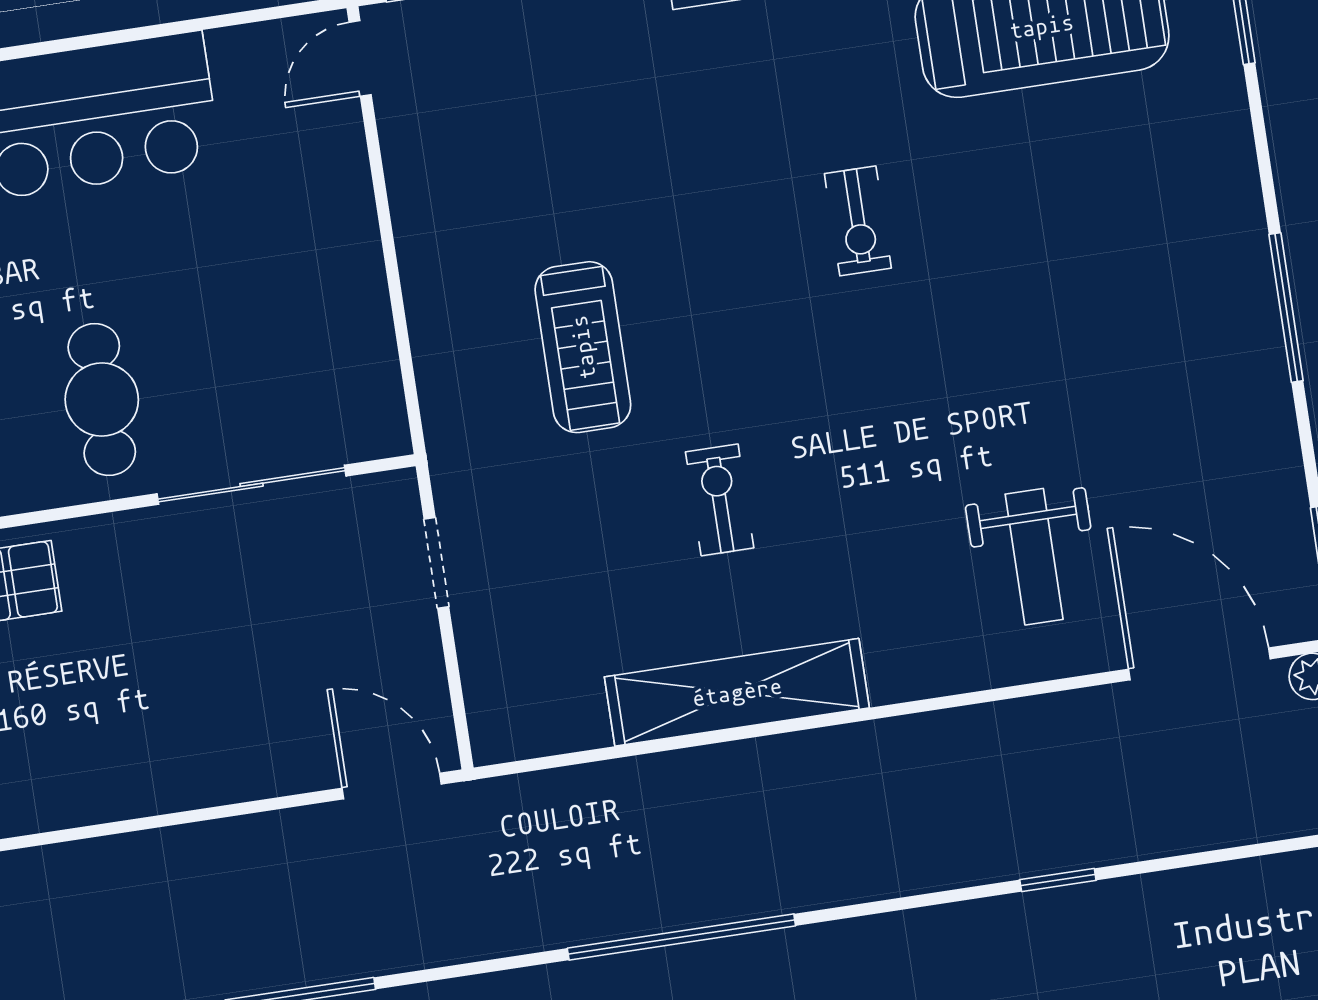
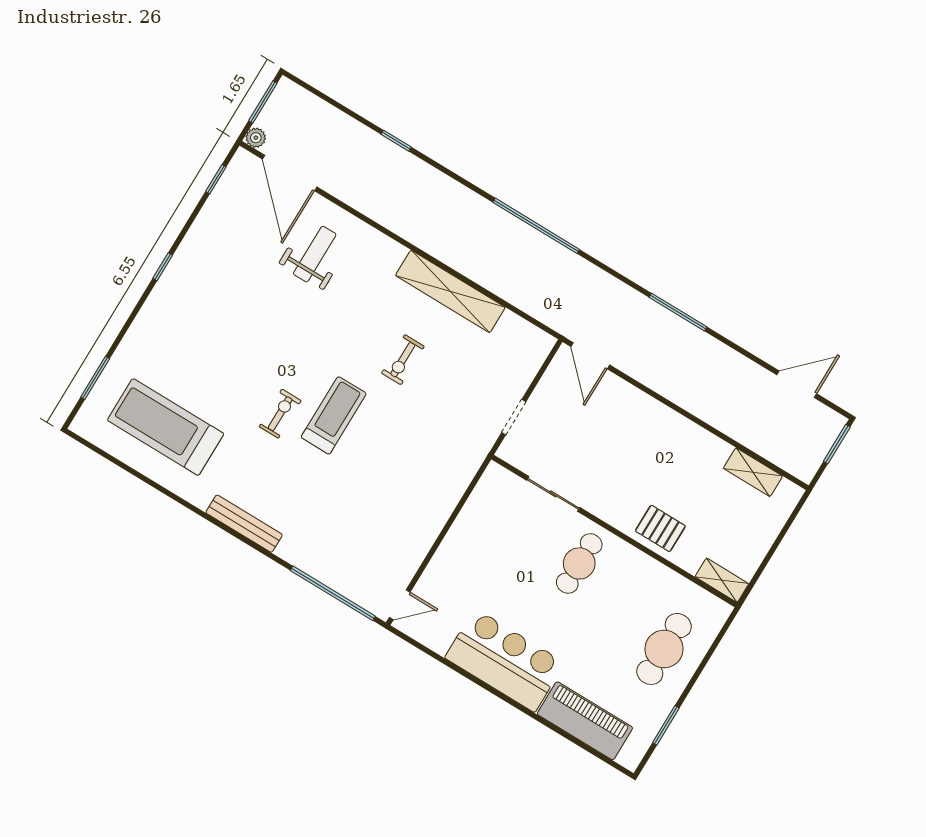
window: (1286, 308) -> (163, 267), width x0.46
treadmill: (583, 347) -> (334, 415), moved
sliding door: (252, 485) -> (553, 494), width x0.73

